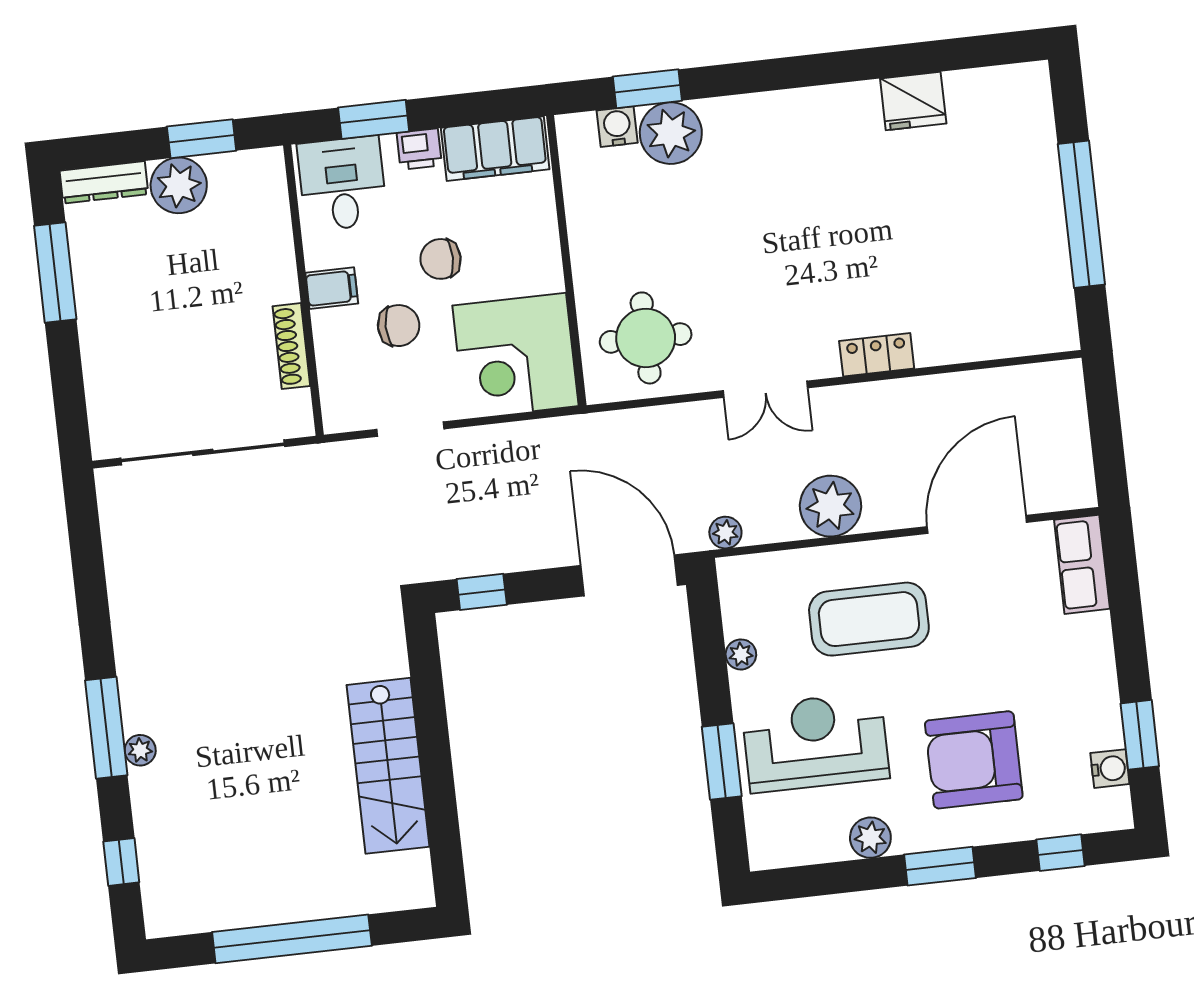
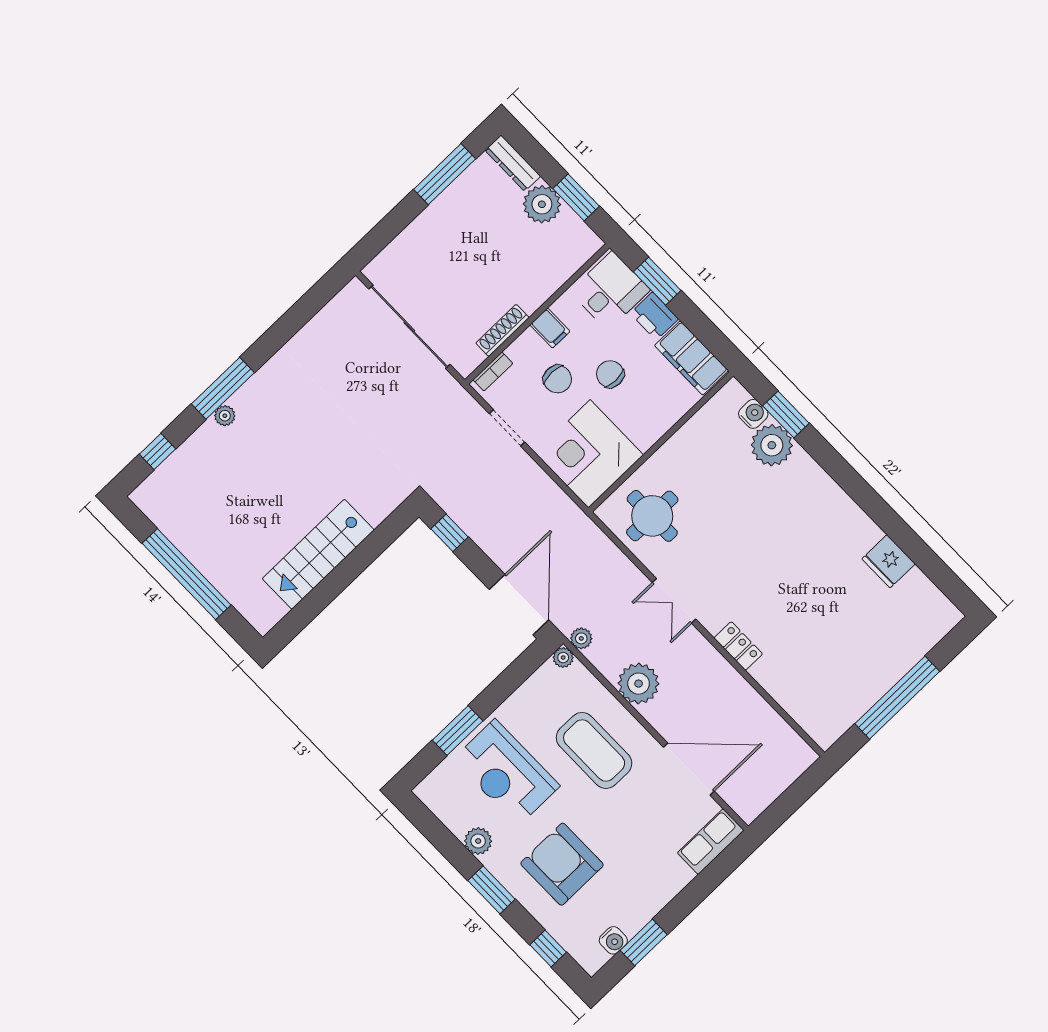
printer: (419, 149) -> (654, 316), width x1.36, depth x1.24
bookcase: (331, 395) -> (493, 372), added
plant: (741, 654) -> (563, 658), moved
reception desk: (815, 742) -> (506, 773), turned 180

